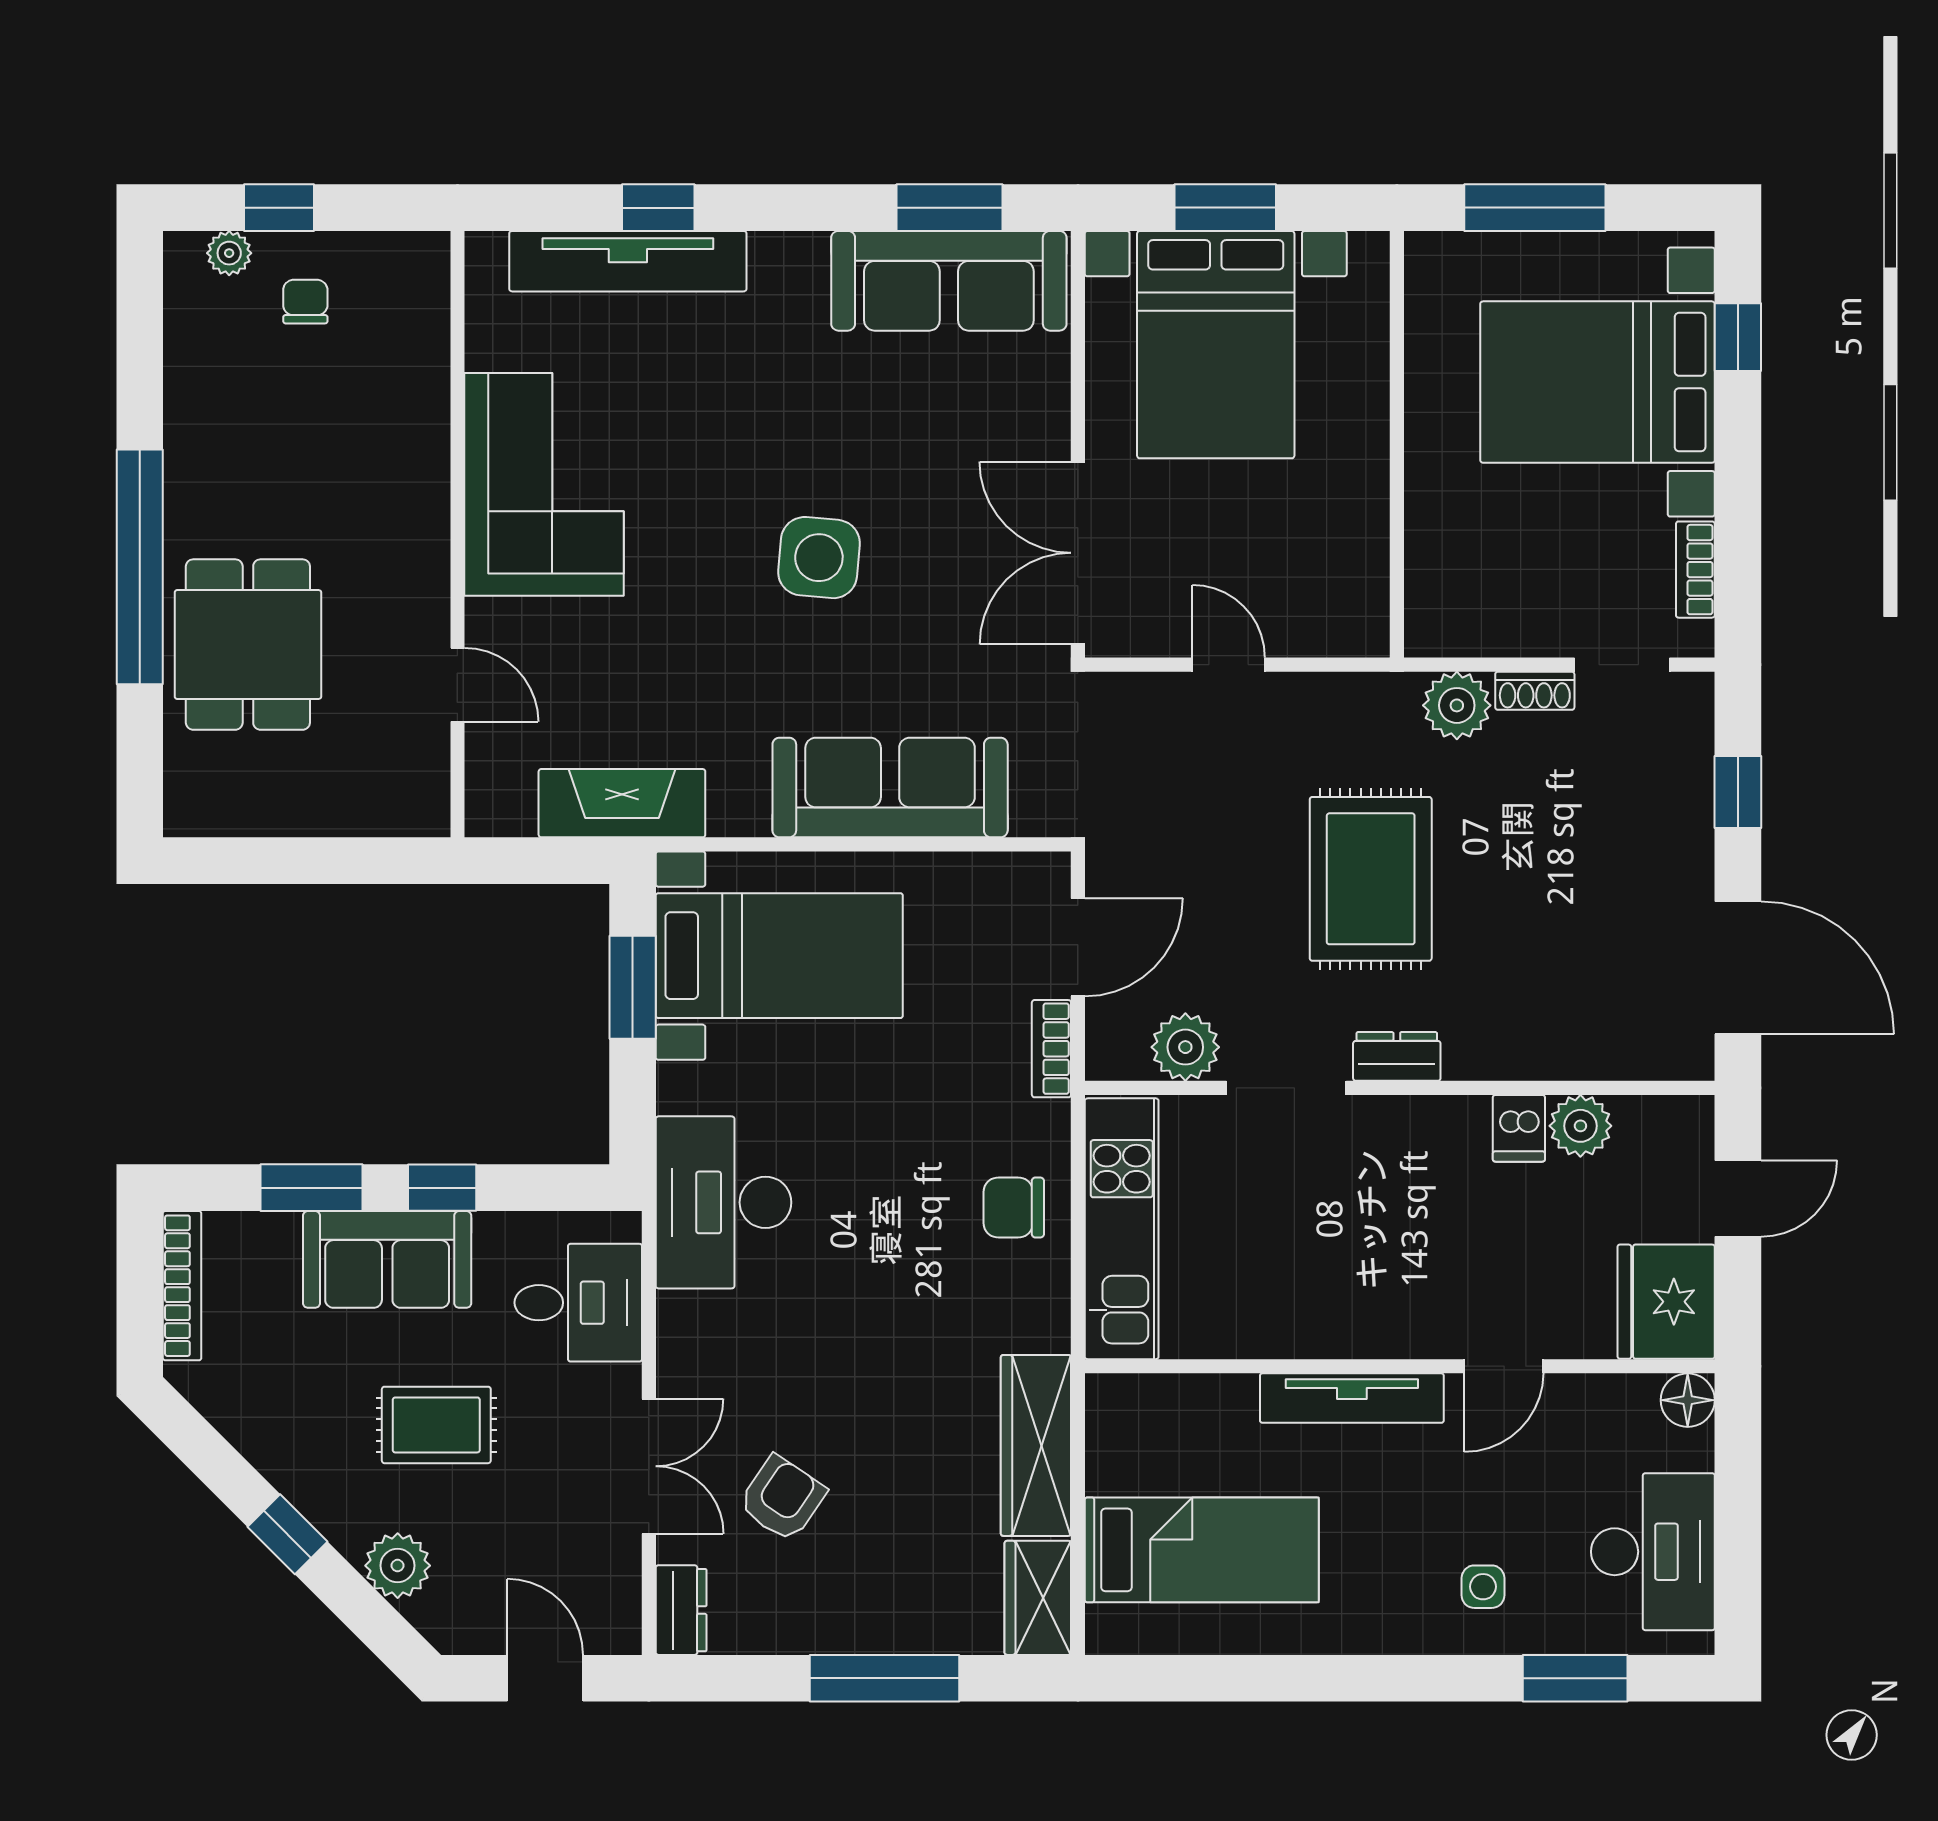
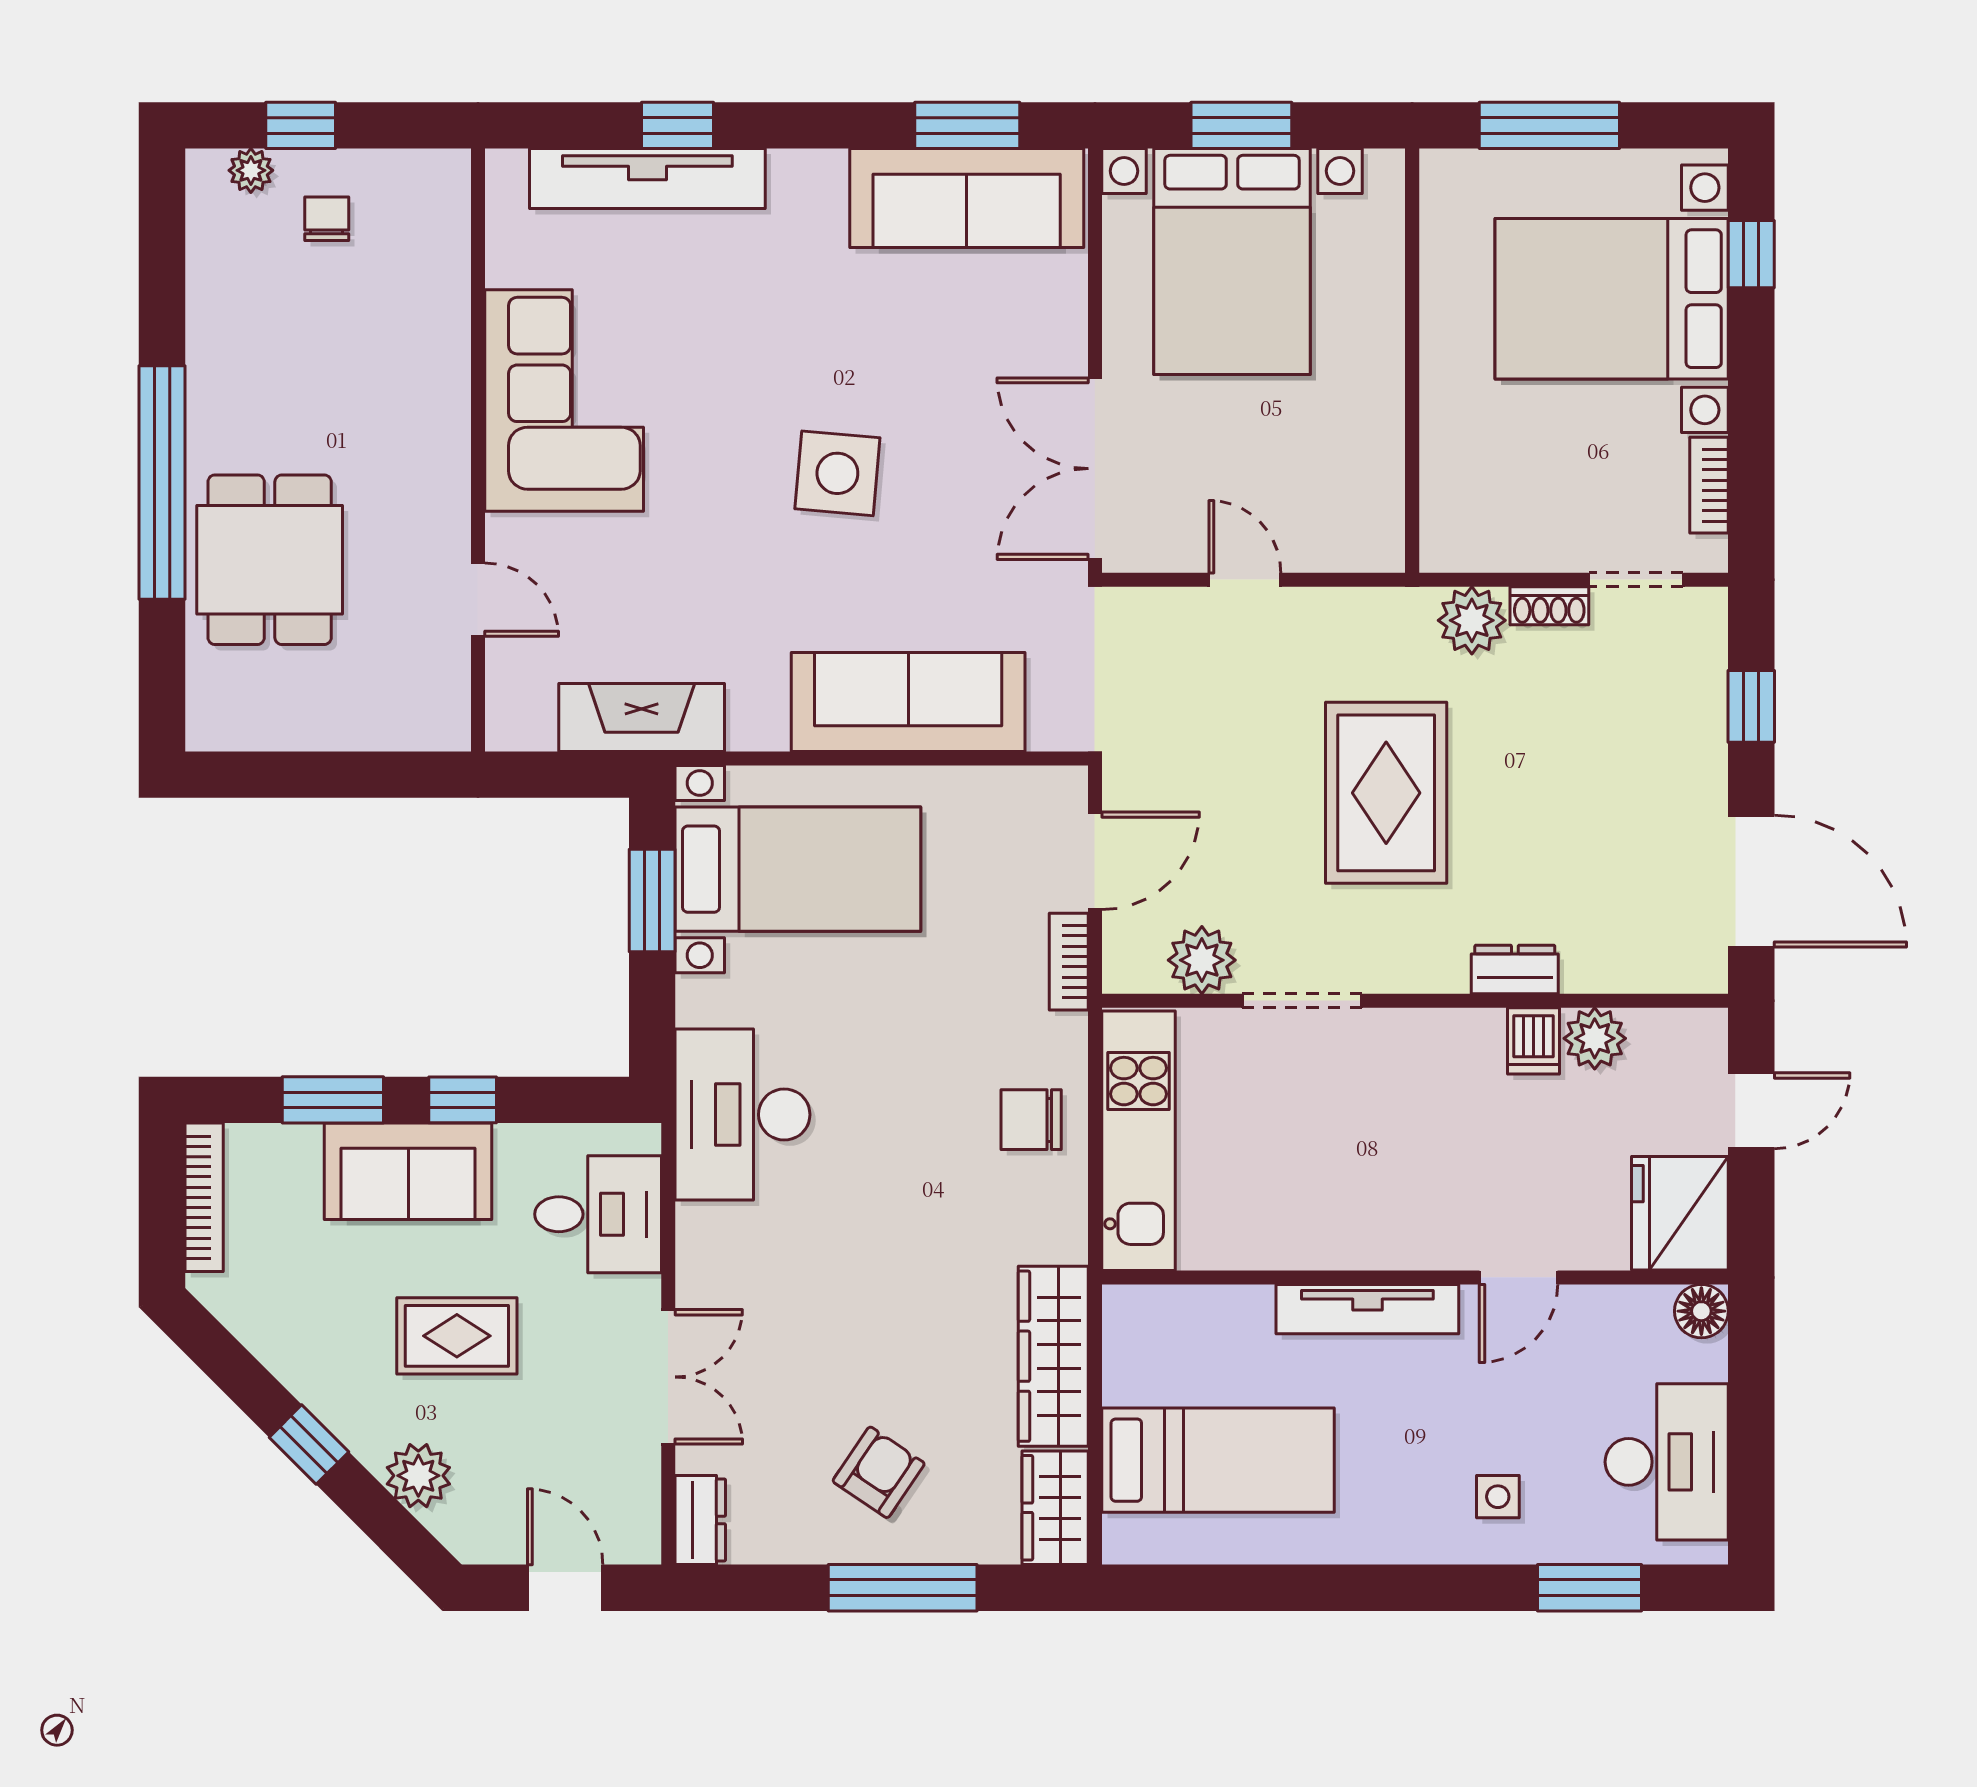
dresser: (1397, 1056) -> (1515, 969), moved
armchair: (782, 1498) -> (879, 1472), moved

